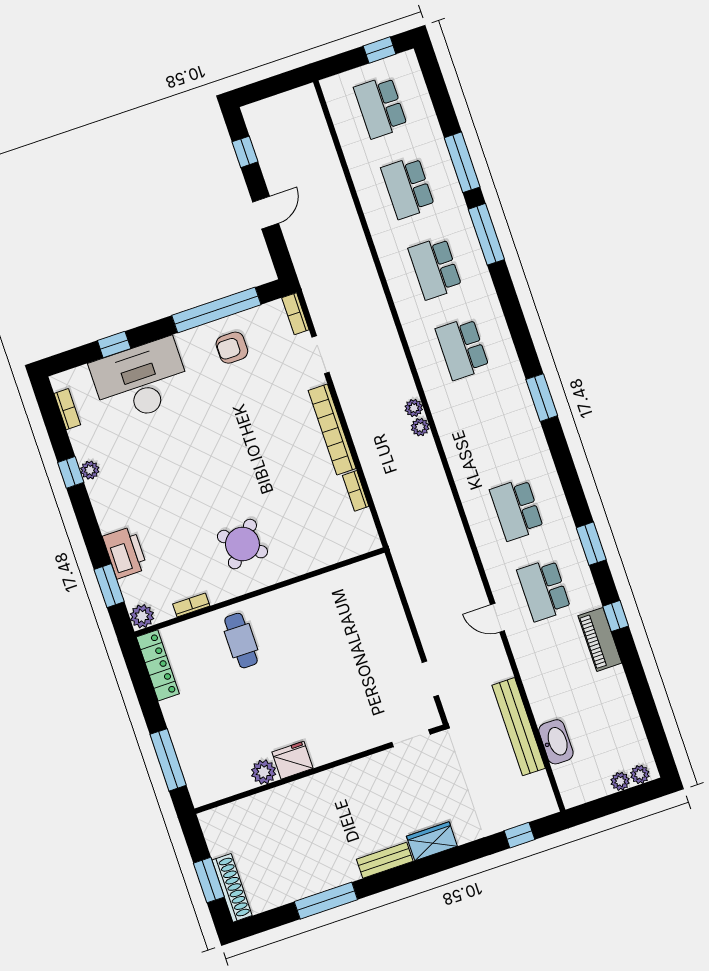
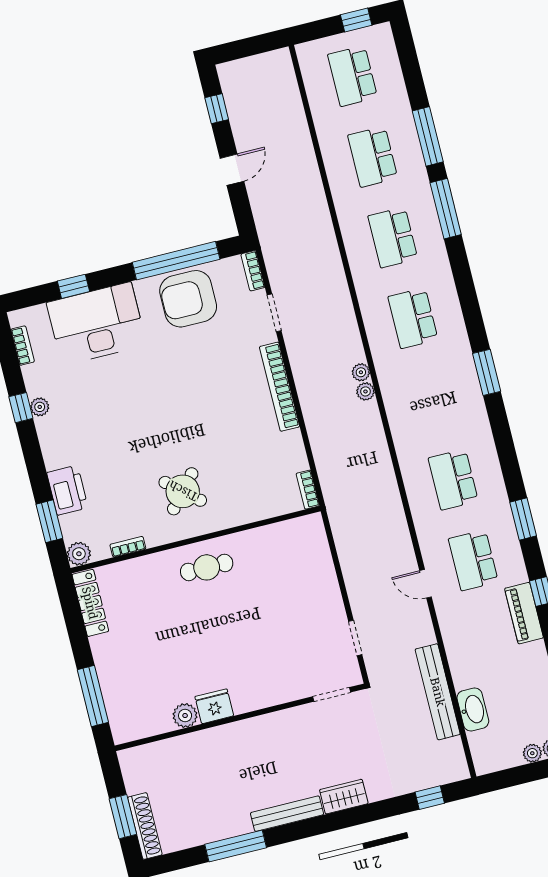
armchair: (232, 348) -> (188, 299), width x1.88, depth x1.88
bookcase: (356, 491) -> (308, 490), moved
cafe table: (241, 641) -> (207, 567), moved, turned 90
bench: (385, 860) -> (287, 814), width x1.36

